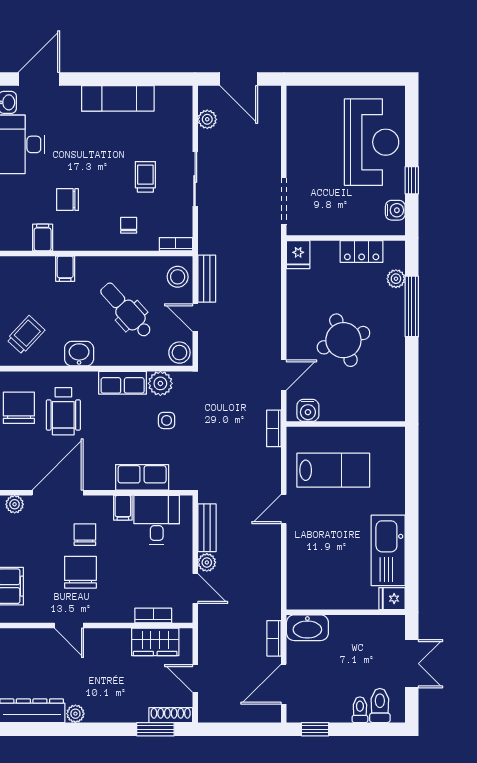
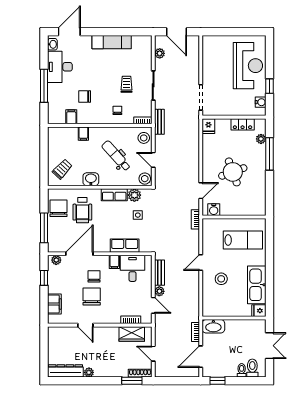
bench: (207, 279) -> (159, 122), moved
lab bench: (333, 470) -> (243, 240), moved
stool: (322, 539) -> (221, 279), added

